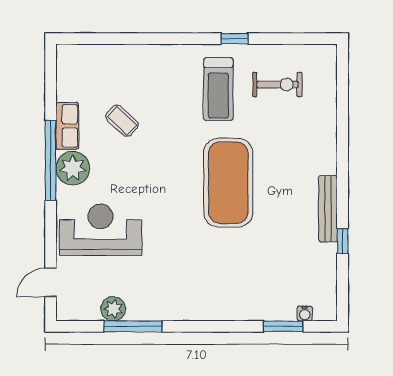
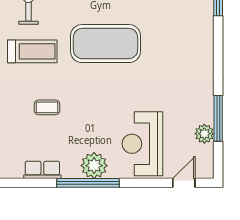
coffee table: (122, 121) -> (47, 107), moved, turned 47
row of seats: (67, 126) -> (42, 170), moved
door: (51, 283) -> (184, 183), swing flipped

